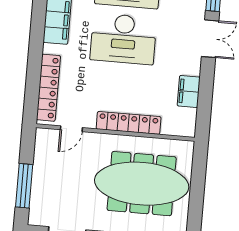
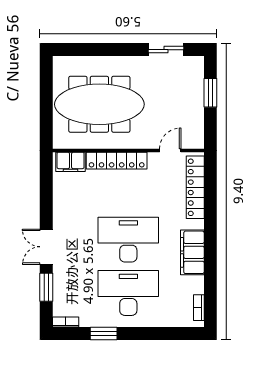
filing cabinet: (189, 91) -> (71, 162), moved, turned 90
window: (24, 186) -> (210, 93), width x0.69

